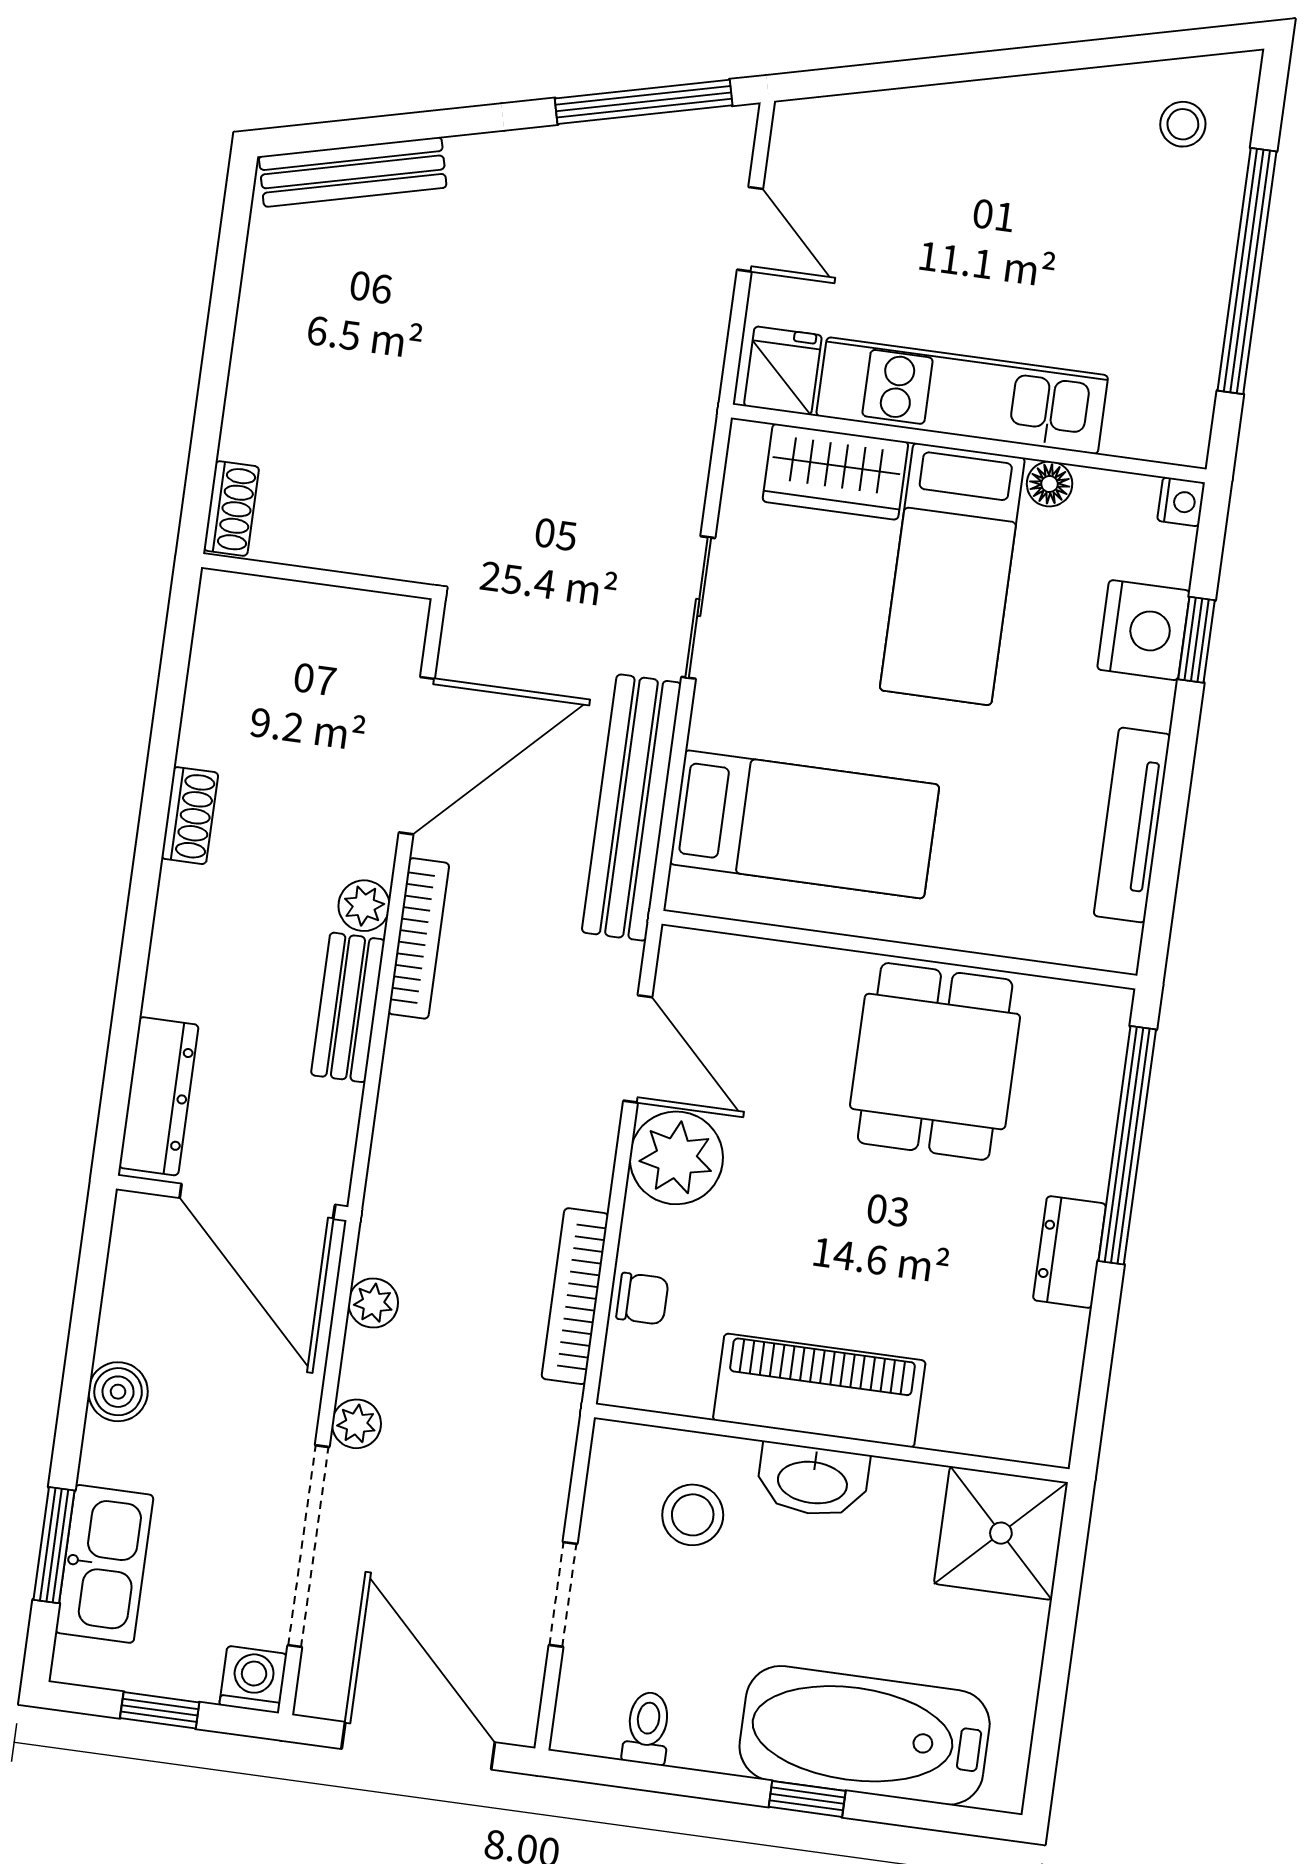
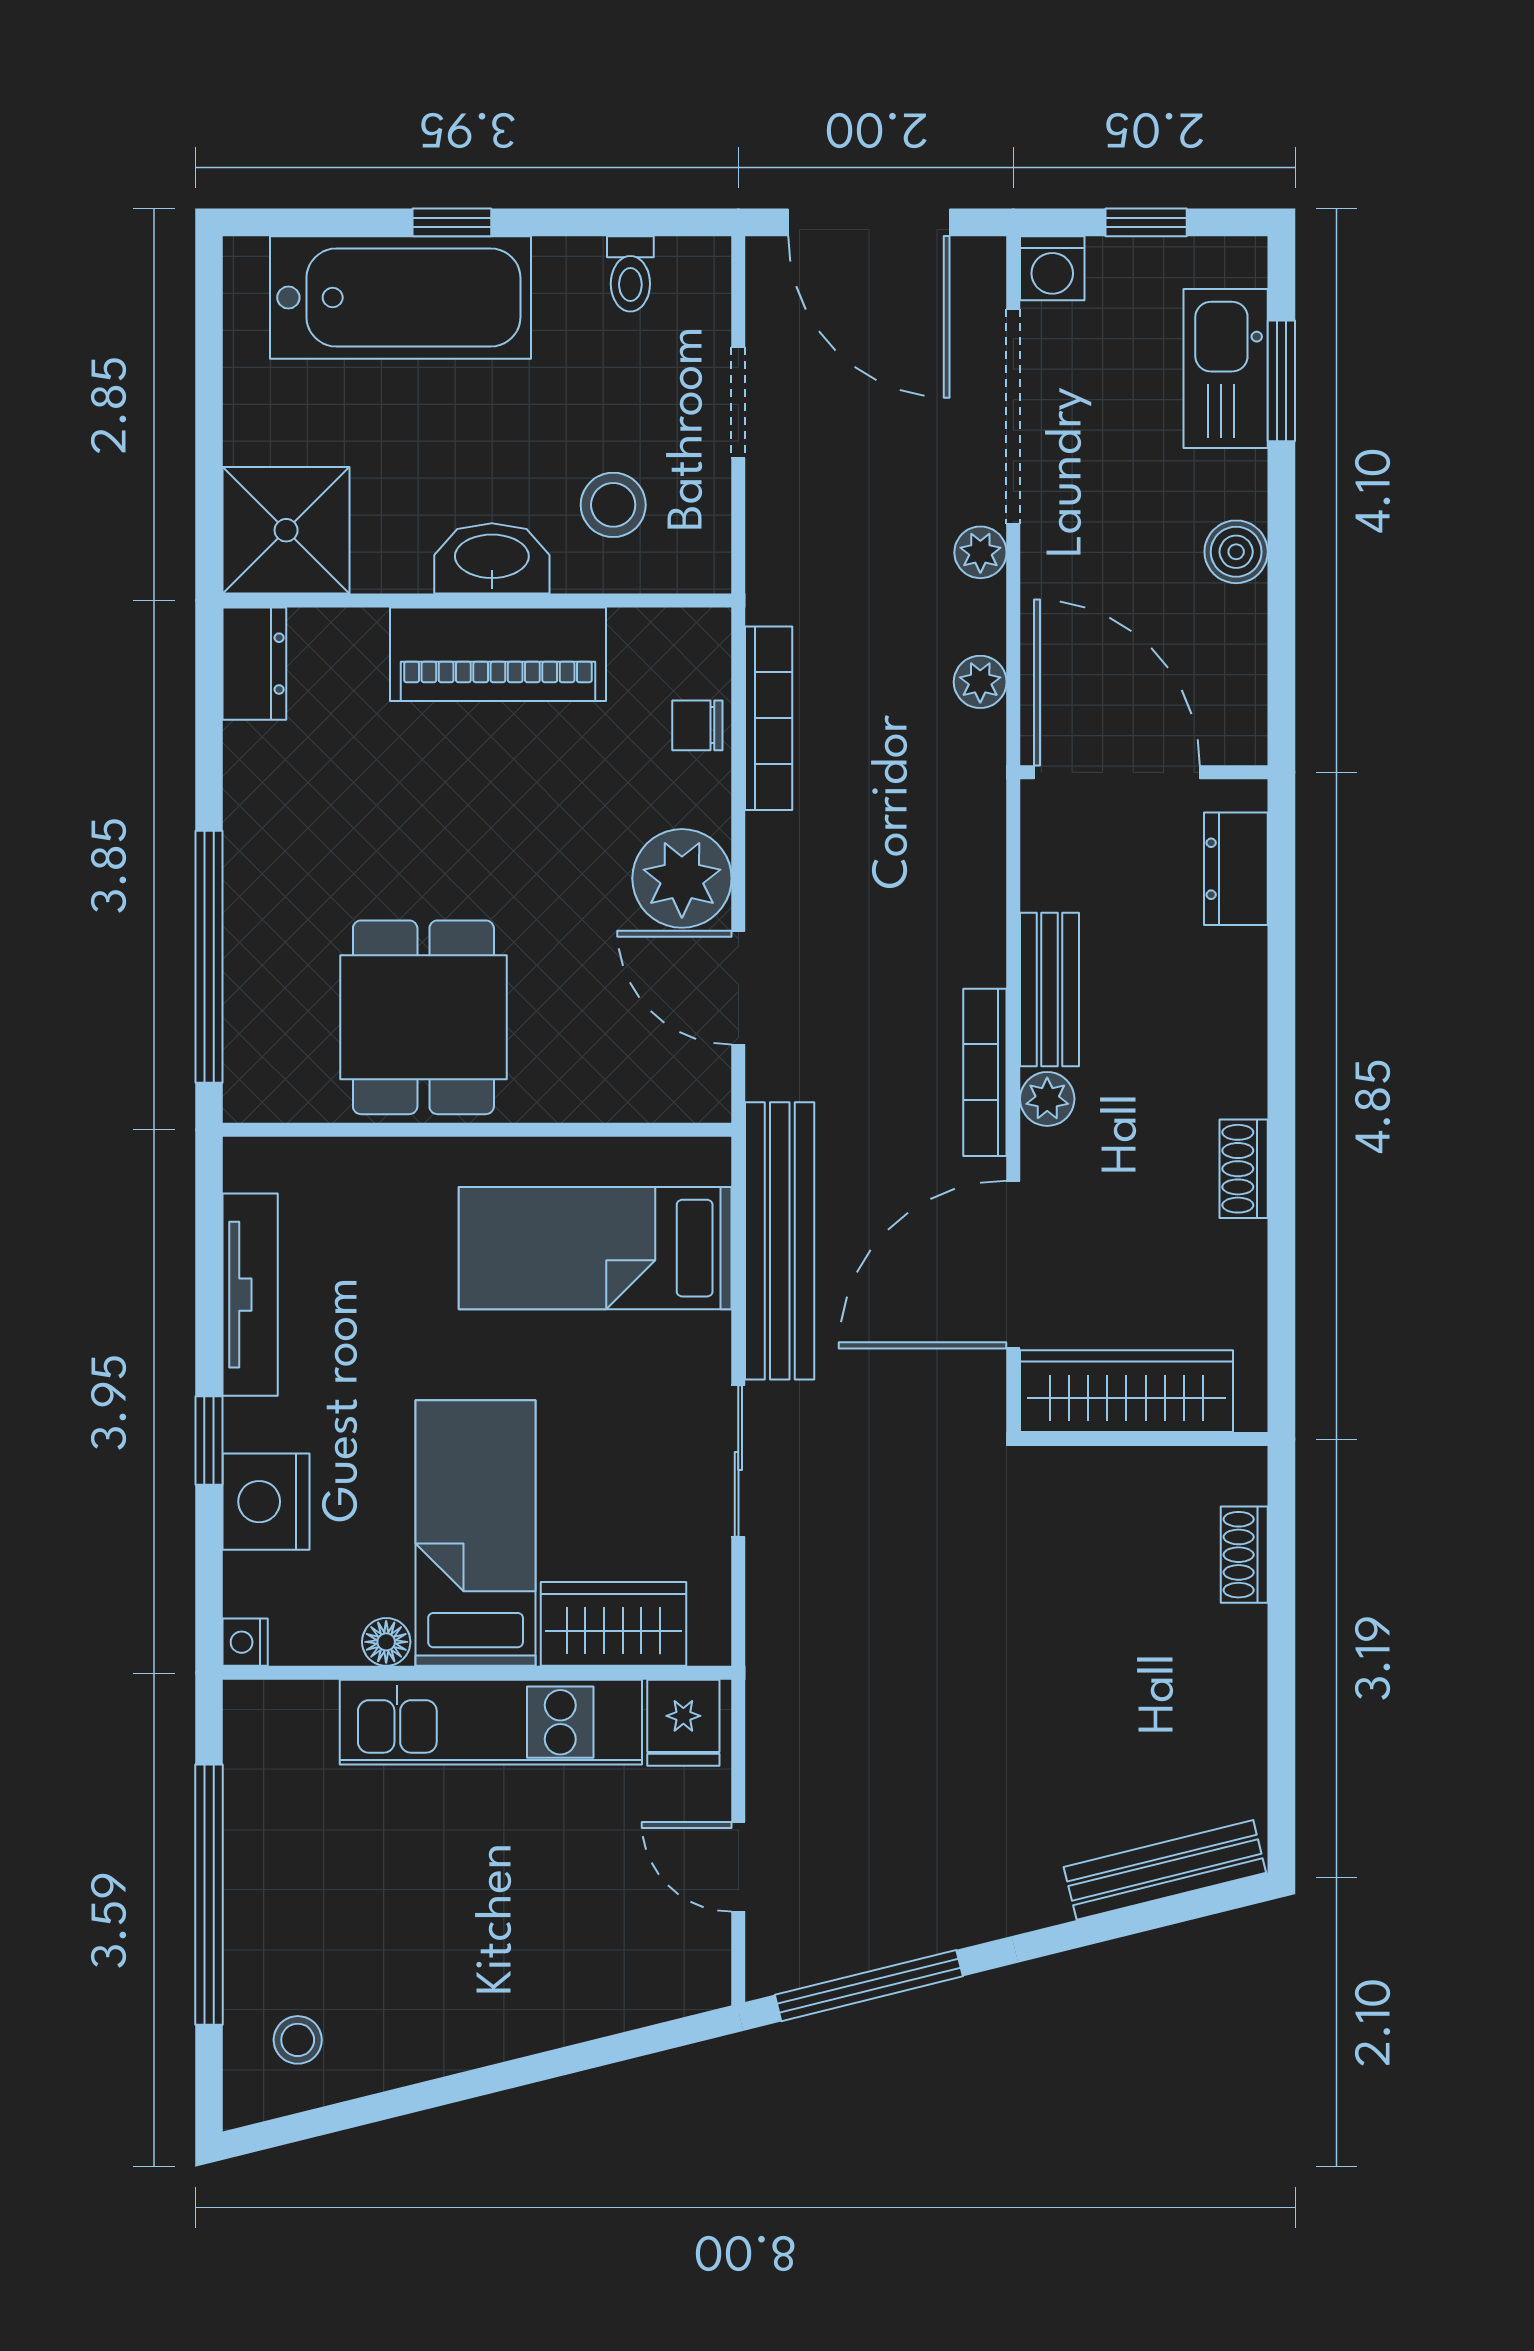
shoe rack: (231, 509) -> (1244, 1555), moved
wardrobe: (327, 623) -> (1126, 1391), added
window: (1196, 640) -> (209, 1440), moved
dresser: (159, 1096) -> (1236, 869), width x0.70
dresser: (1070, 1252) -> (254, 664), moved

